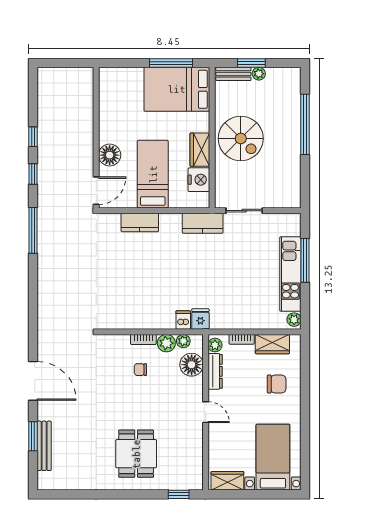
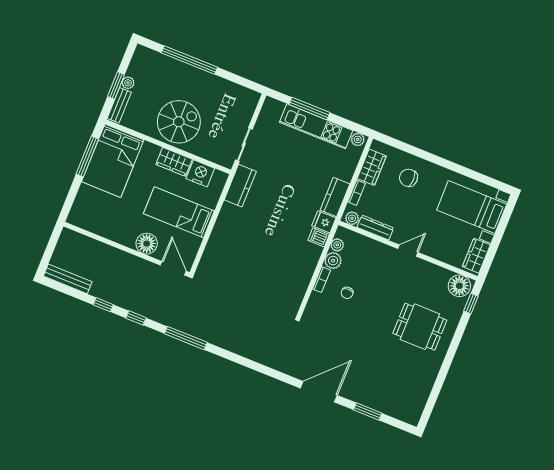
kitchen counter: (140, 223) -> (335, 197), moved, turned 180
floor lamp: (192, 365) -> (459, 286), moved
chair: (277, 384) -> (408, 178), turned -90
bench: (44, 446) -> (68, 279), moved

